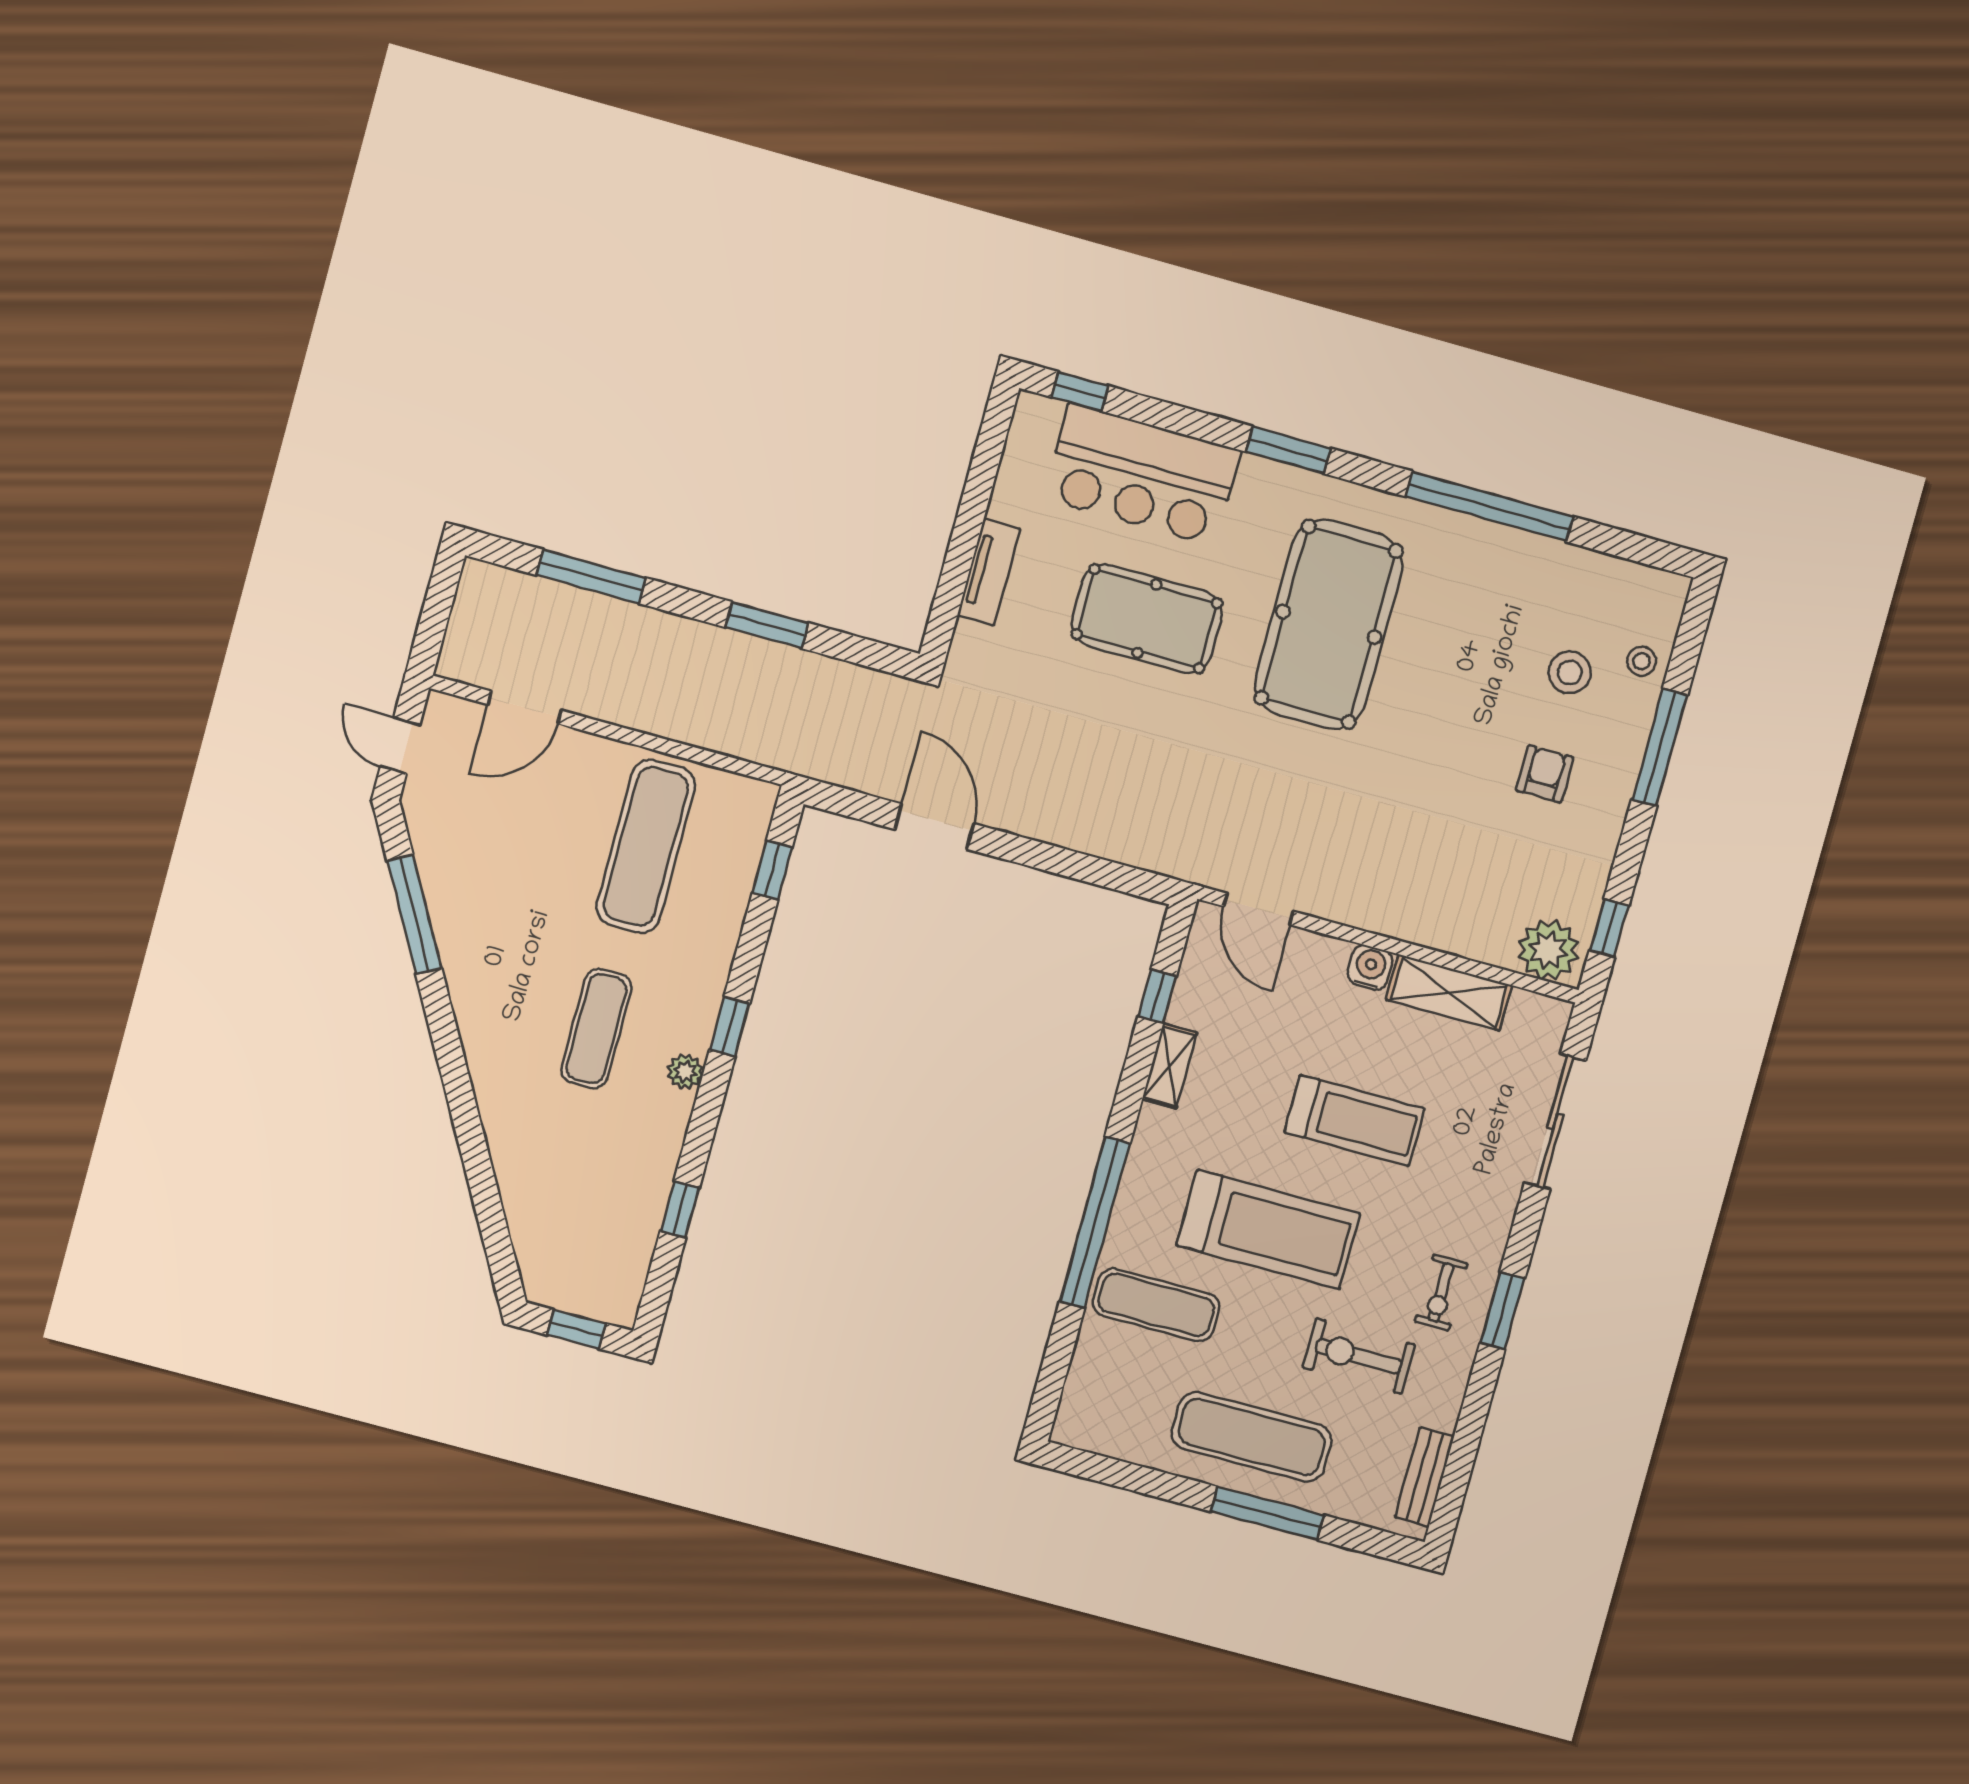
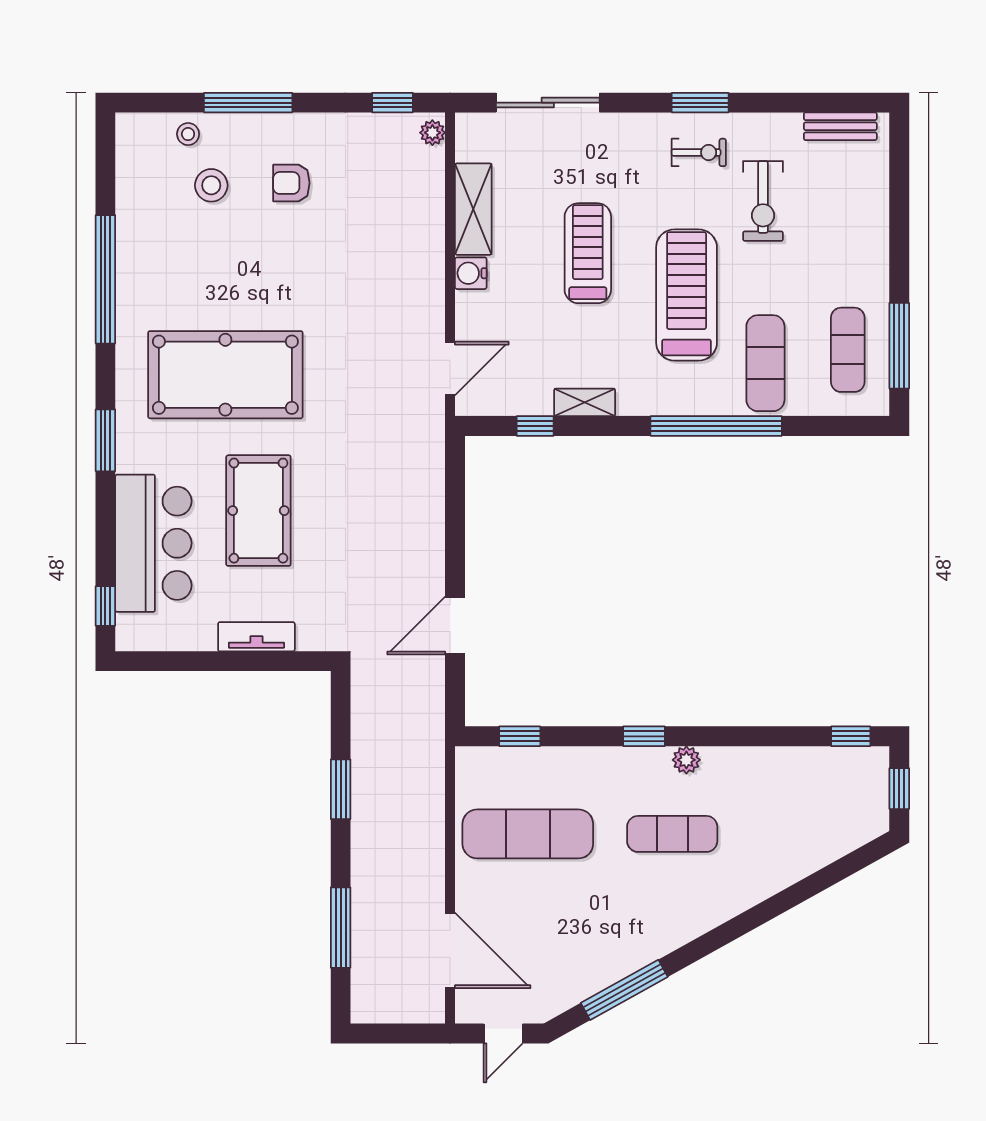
door: (524, 707) -> (450, 950), width x1.36
plant: (1548, 950) -> (432, 133), width x0.53, depth x0.53
window: (680, 1210) -> (851, 736), moved
exercise mat: (1252, 1437) -> (848, 350), moved, width x0.73, depth x0.69
window: (1267, 1513) -> (899, 346), moved

